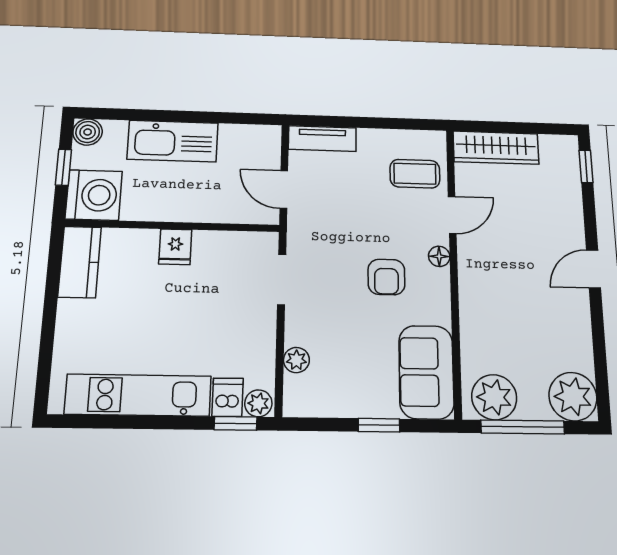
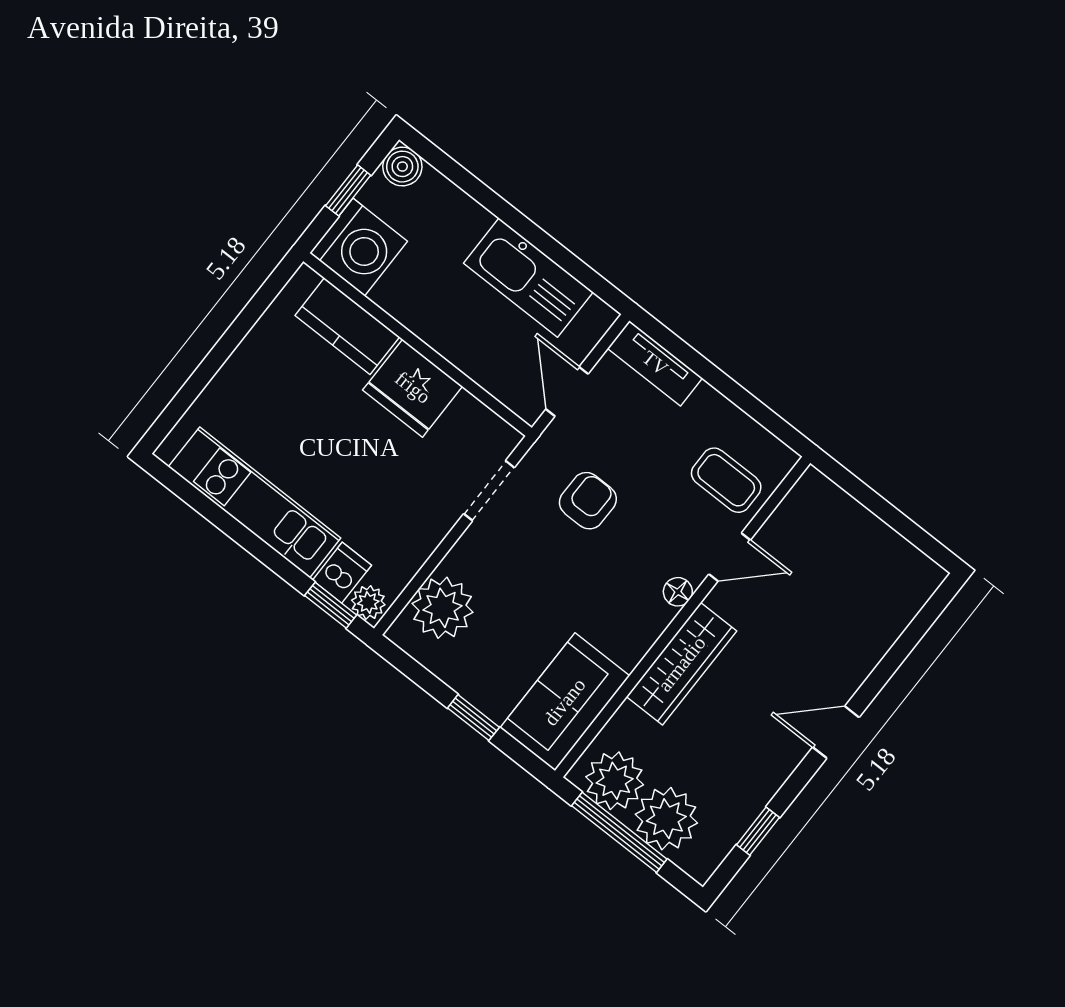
kitchen sink: (173, 141) -> (528, 278), moved
wardrobe: (496, 148) -> (682, 664), moved, turned -90
window: (586, 166) -> (758, 831), moved
fridge: (175, 247) -> (413, 388), width x1.88, depth x1.34
kitchen counter: (80, 262) -> (347, 326), moved, turned 90
armchair: (386, 277) -> (588, 501), moved, turned 180
plant: (296, 360) -> (443, 608), width x1.88, depth x1.88
plant: (573, 397) -> (666, 819), moved

